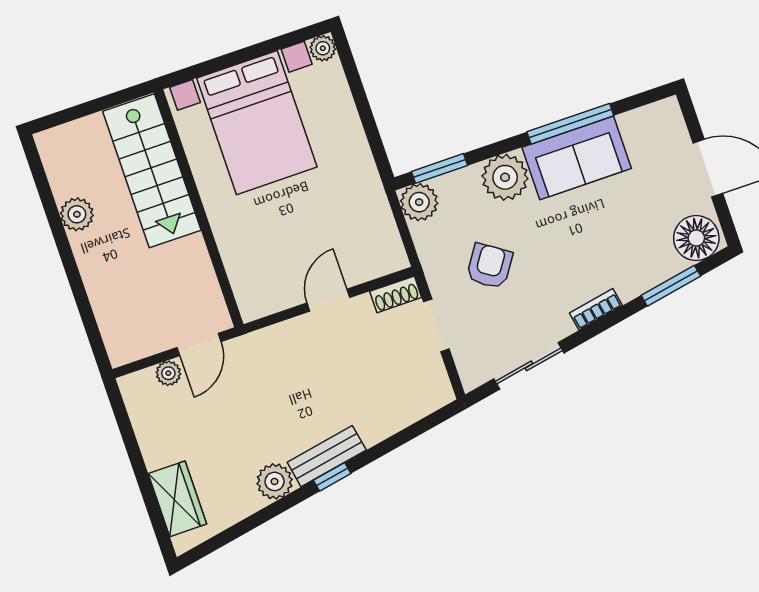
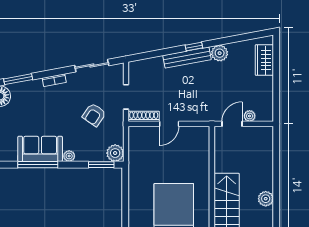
plant: (505, 177) -> (69, 156), width x0.53, depth x0.53
shoe rack: (396, 294) -> (144, 116), width x1.43
bench: (327, 456) -> (187, 58), width x1.36

